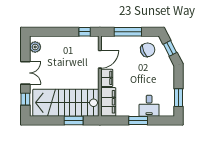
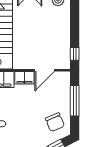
door: (100, 59) -> (45, 70), hinge flipped

